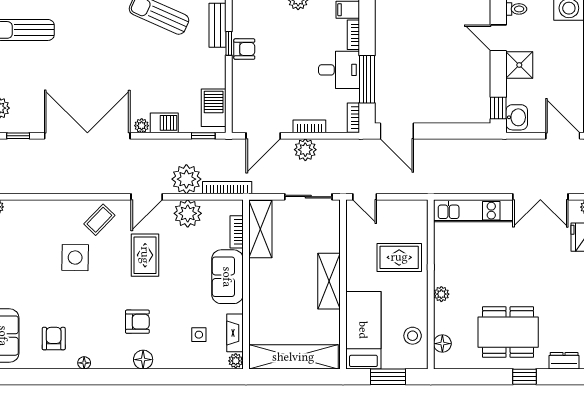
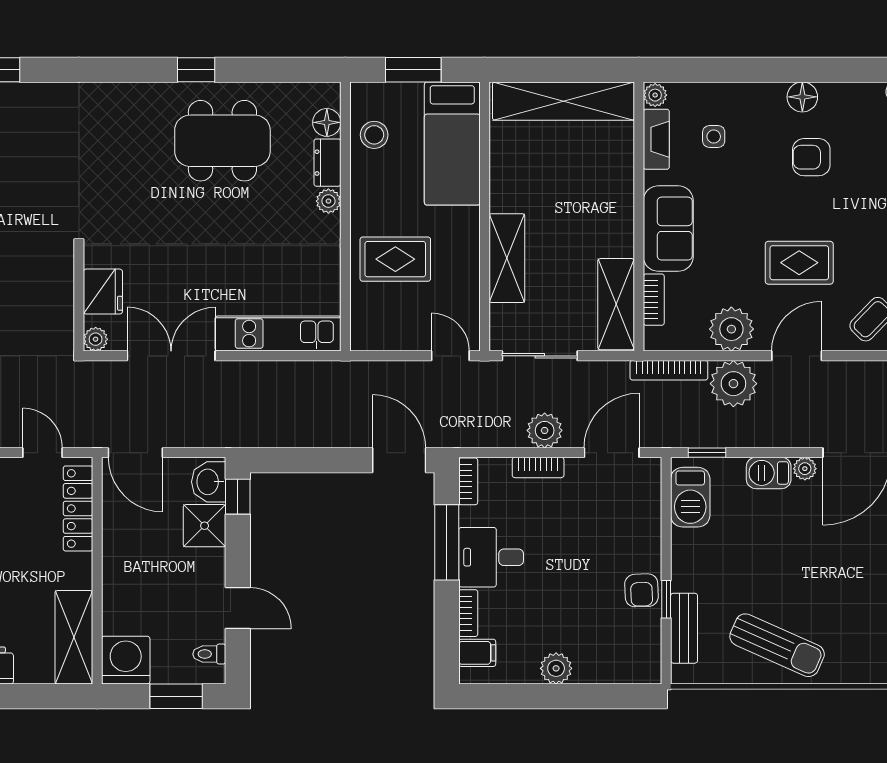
armchair: (244, 49) -> (641, 590), turned -92
shower: (519, 65) -> (205, 526), moved
rug: (145, 255) -> (799, 263), turned 90
shelving: (329, 281) -> (507, 258), moved
dresser: (564, 361) -> (327, 163), moved, turned 90

